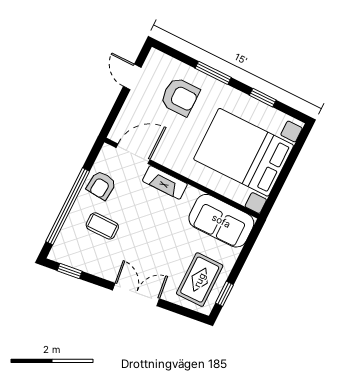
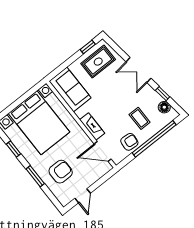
armchair: (180, 97) -> (61, 172), turned 90
floor lamp: (74, 258) -> (164, 107), added
window: (70, 271) -> (163, 94), moved

